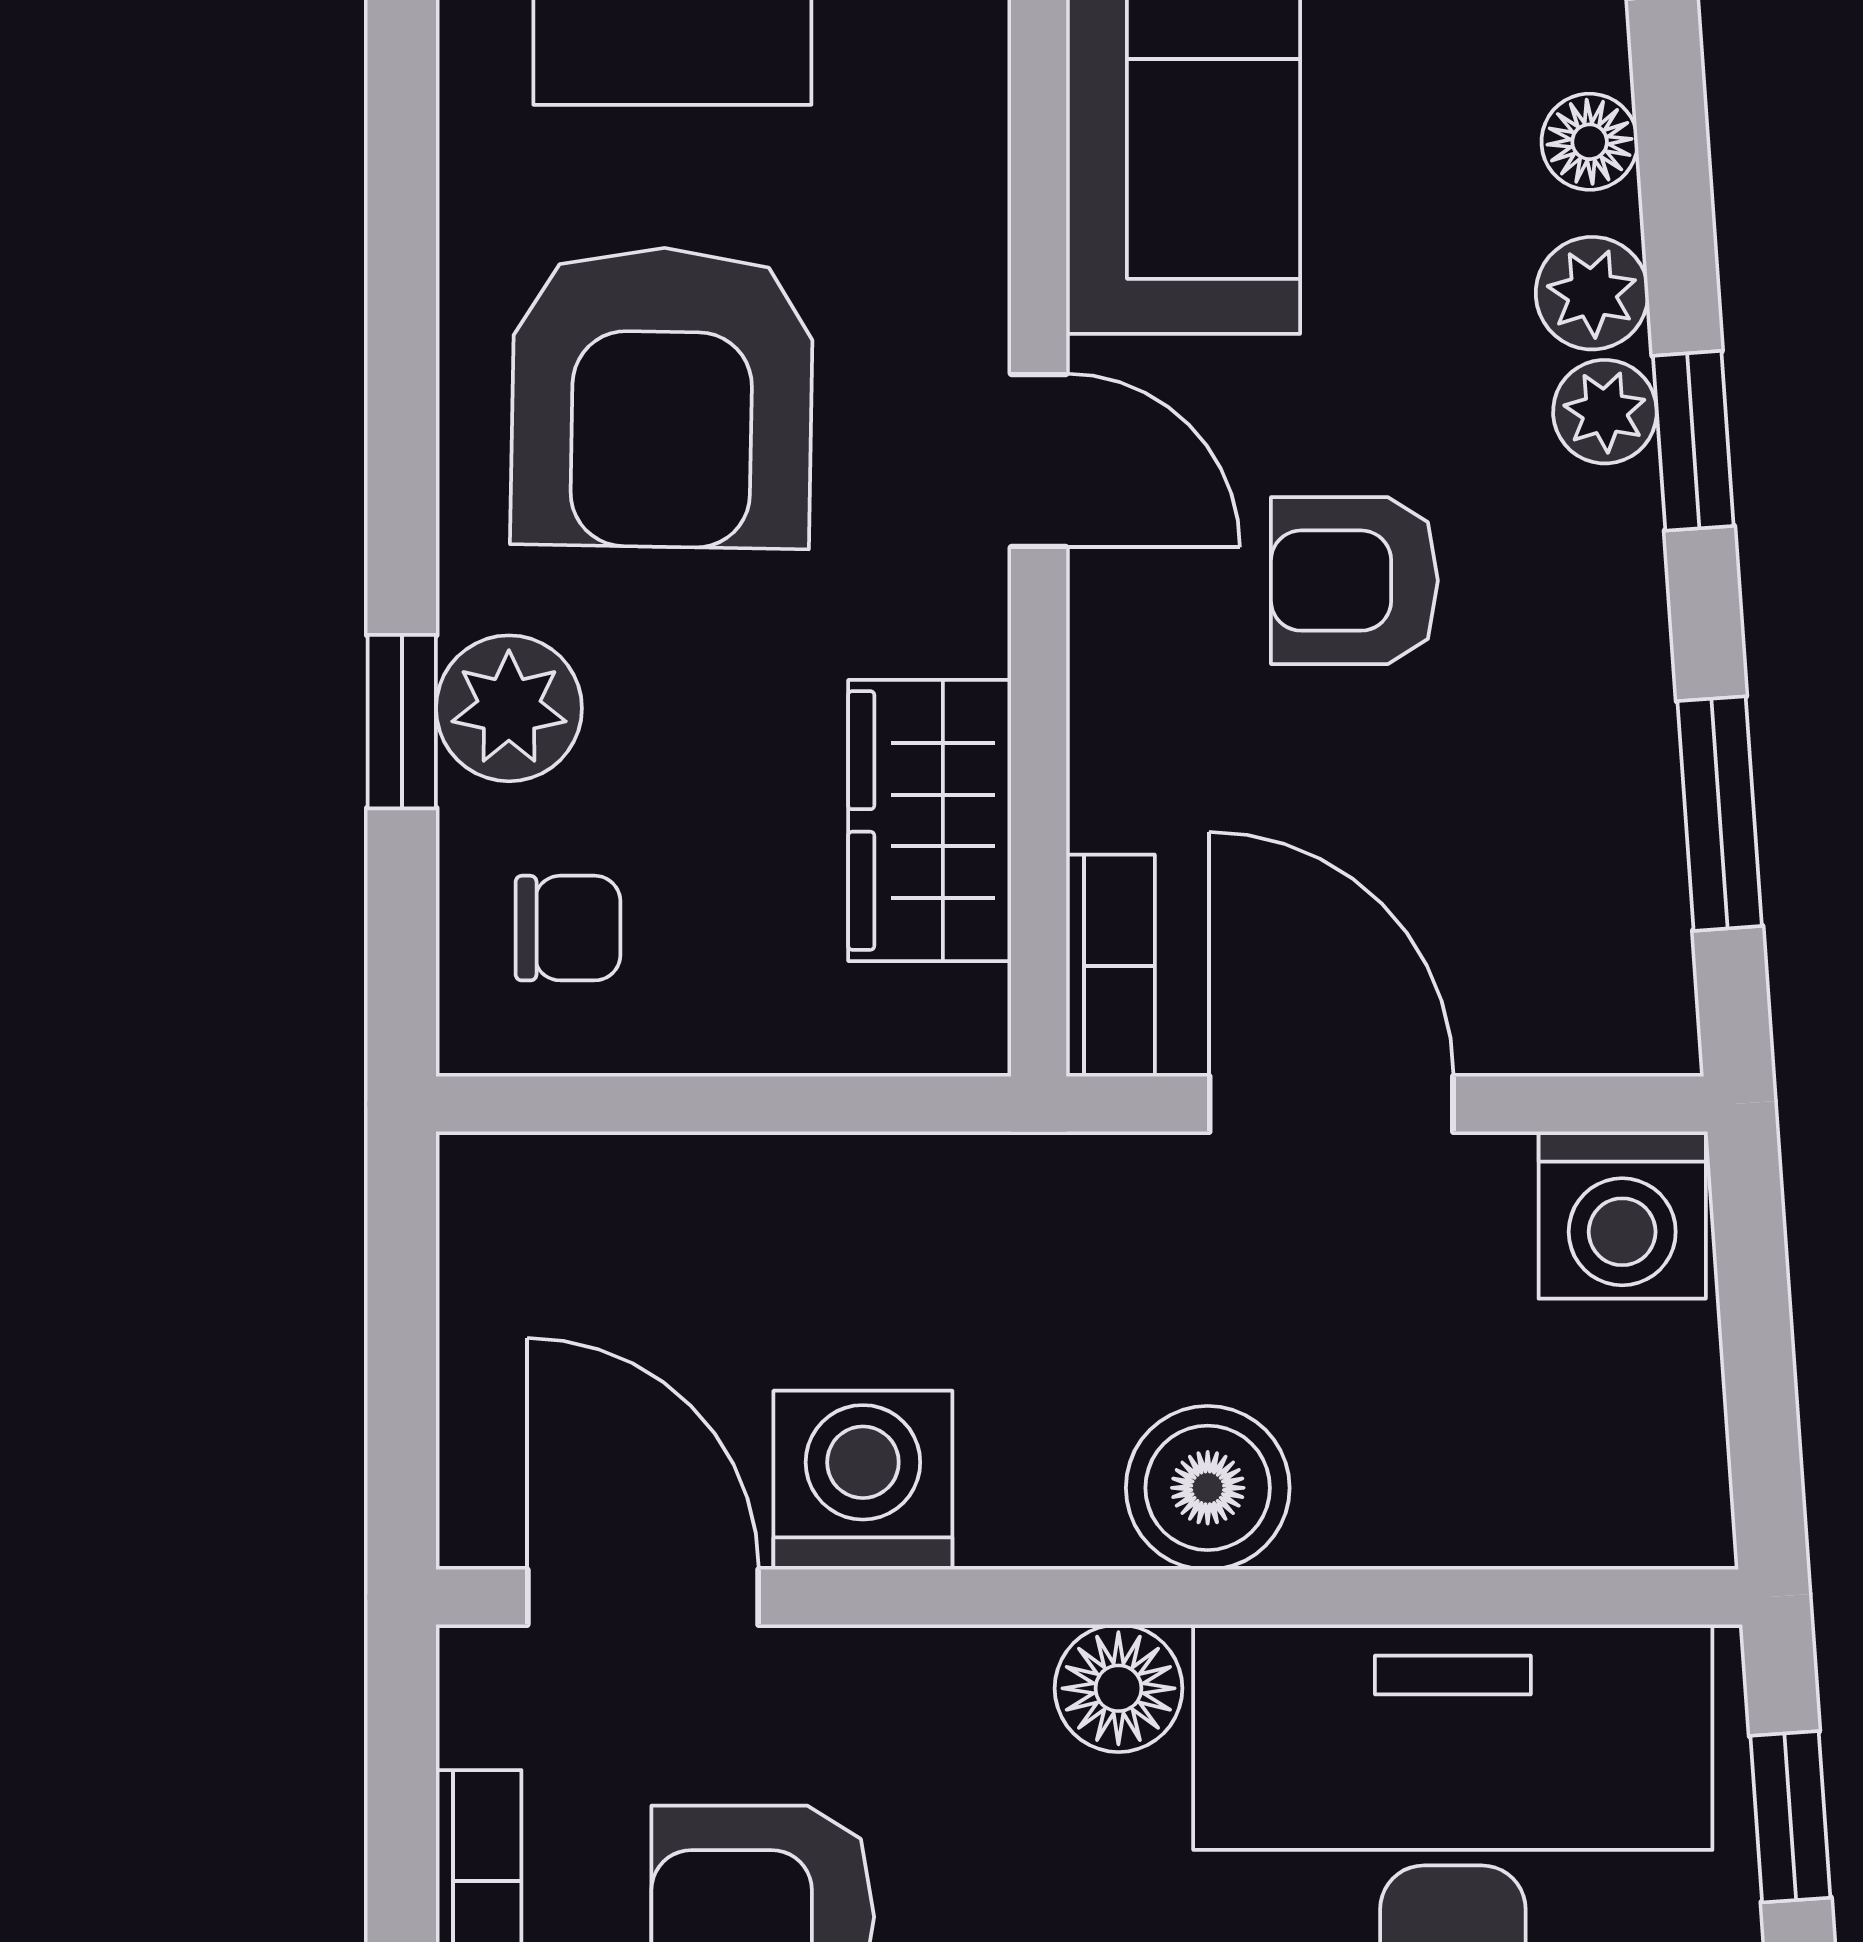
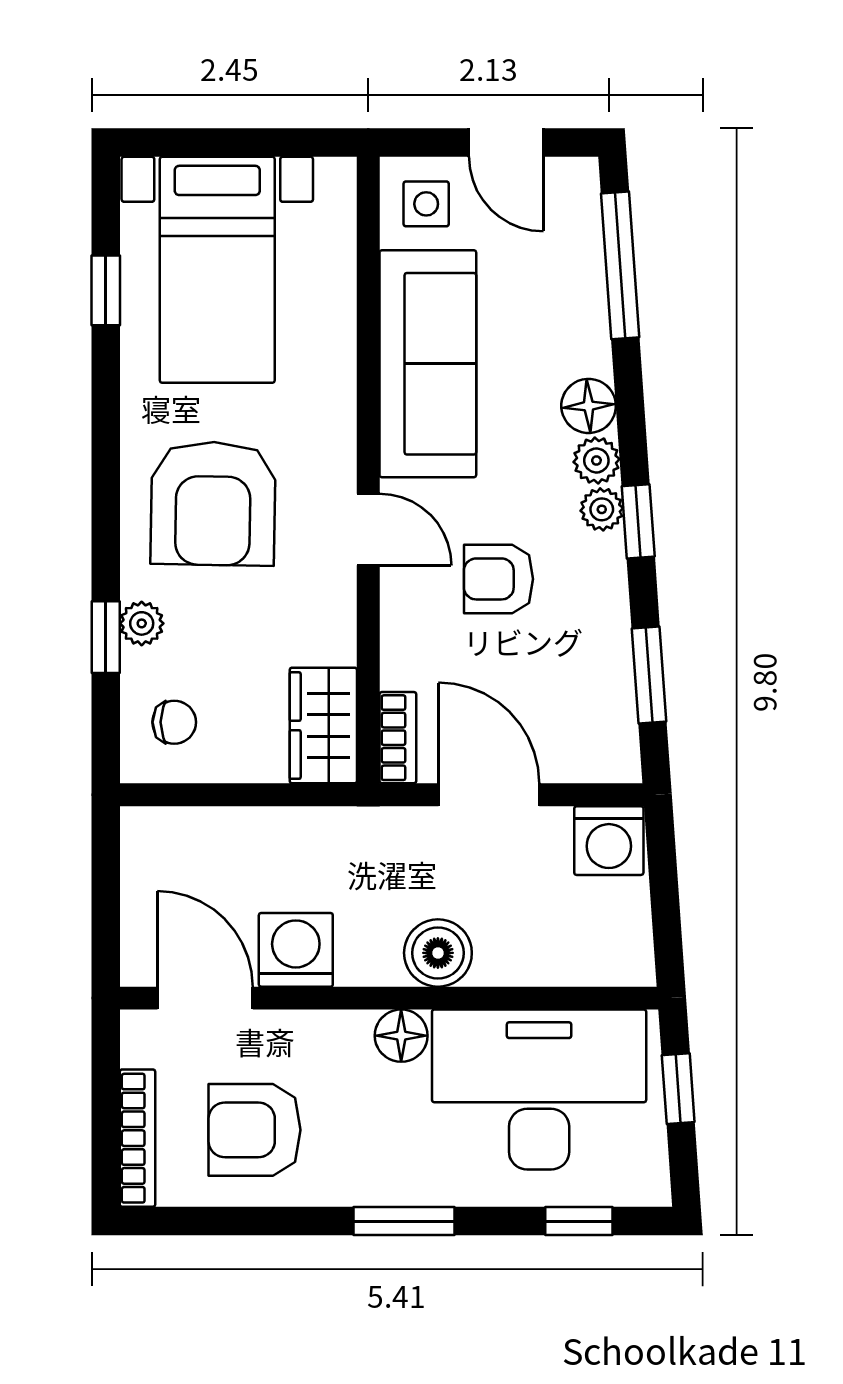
floor lamp: (1590, 142) -> (589, 406), width x1.37, depth x1.37
plant: (509, 708) -> (142, 623), width x0.73, depth x0.73
wardrobe: (930, 820) -> (323, 726), moved

